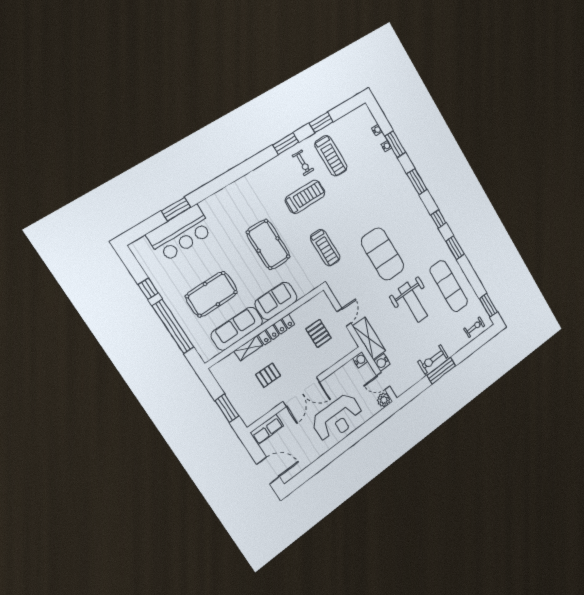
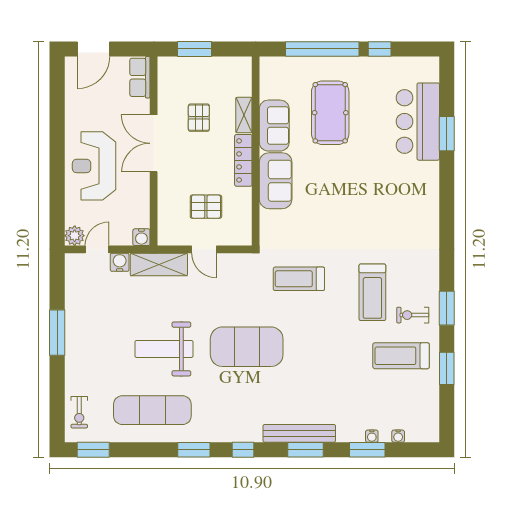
bench: (410, 191) -> (299, 433), added
pool table: (268, 244) -> (345, 213), removed
sofa: (237, 329) -> (274, 126), width x0.73
exercise bike: (433, 359) -> (78, 330), removed

